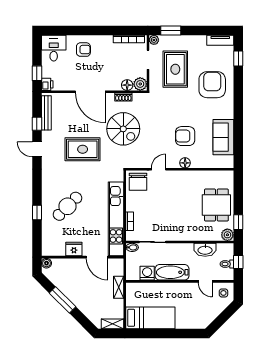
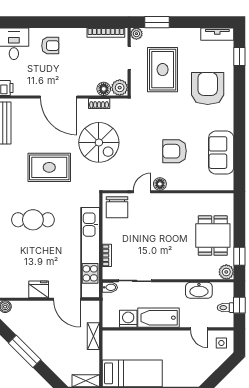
floor lamp: (185, 163) -> (160, 184), moved
cafe table: (67, 206) -> (33, 220), moved, turned 45

